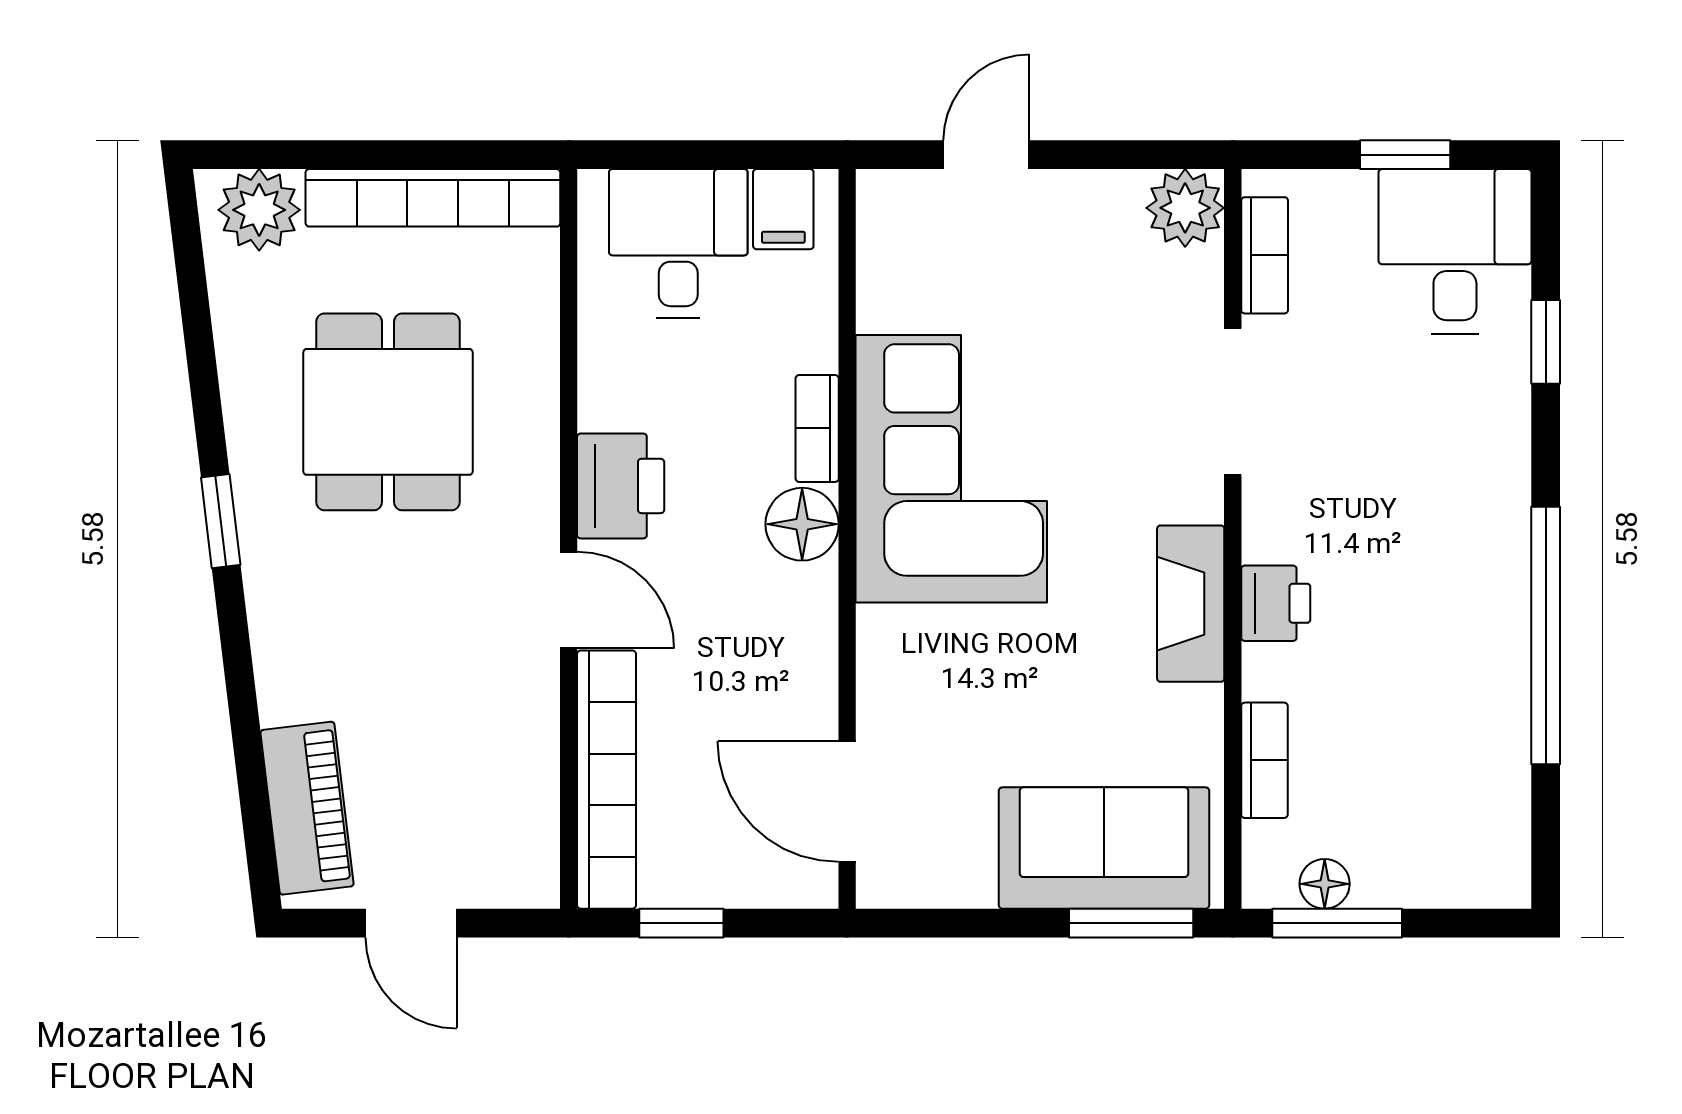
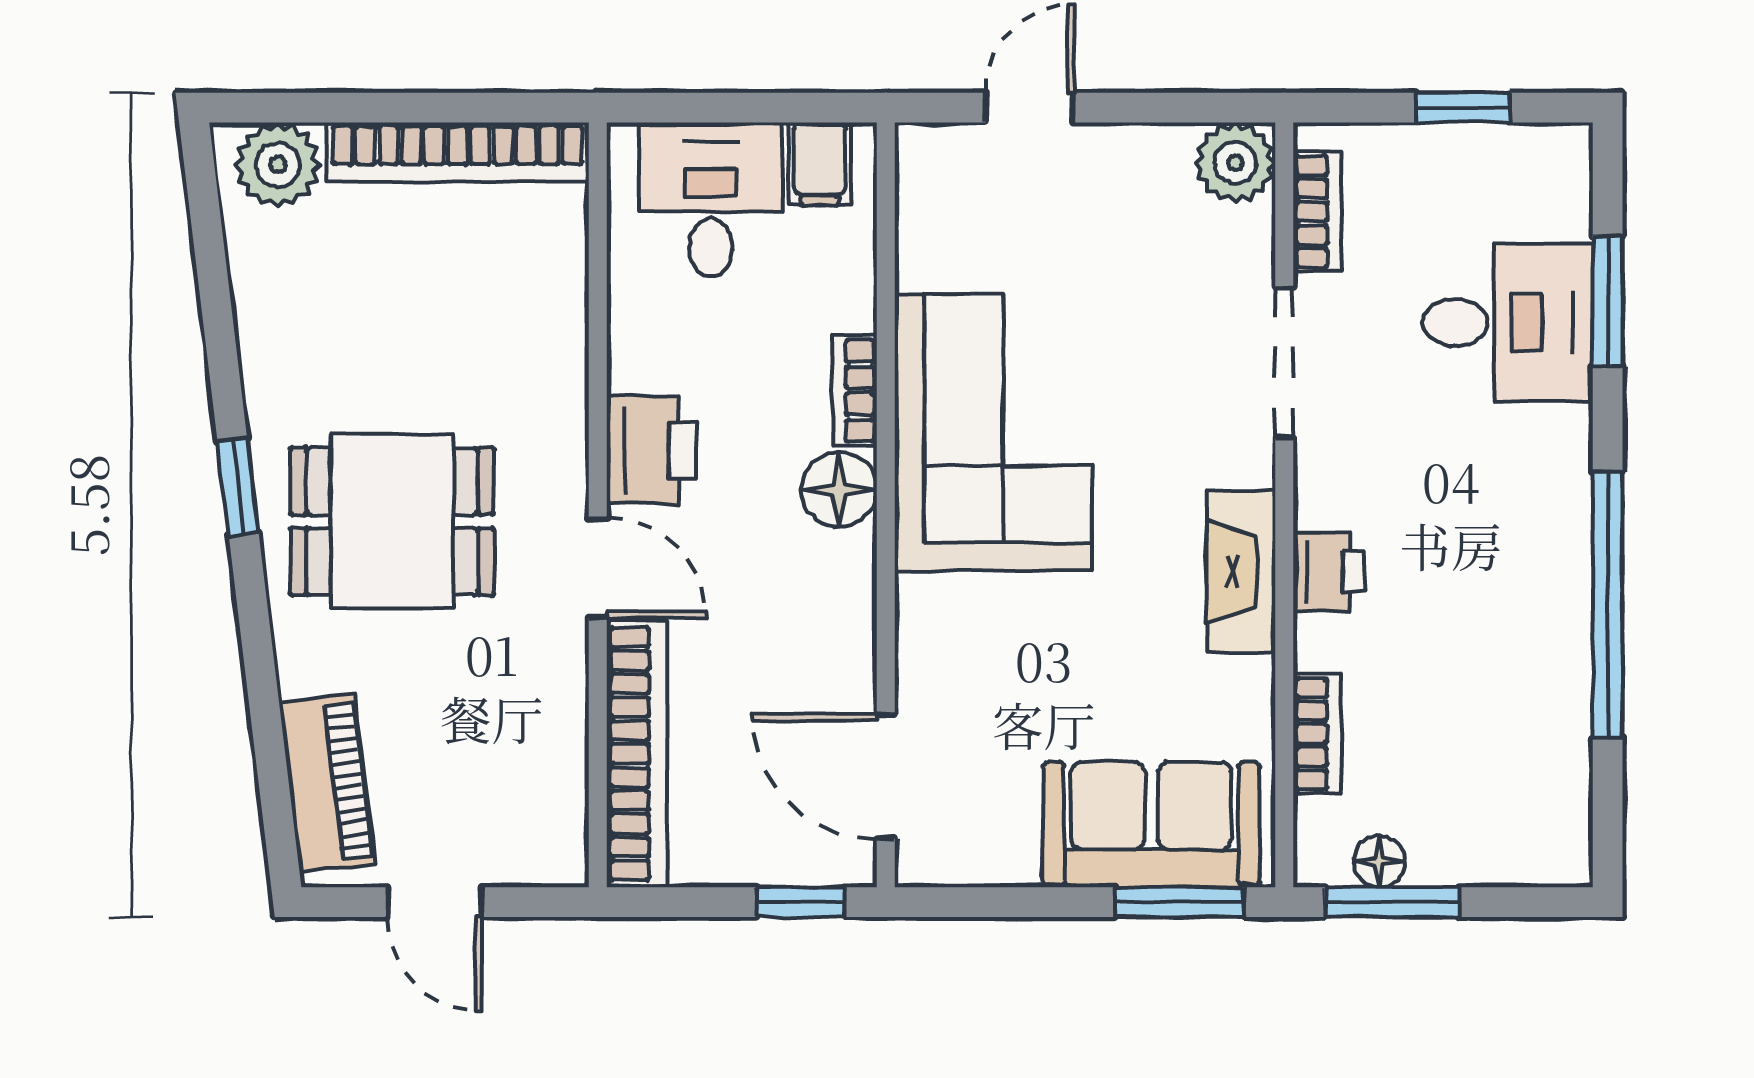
desk: (1455, 251) -> (1508, 322), moved, turned 90
window: (1546, 342) -> (1608, 301), width x1.50
dining table: (388, 412) -> (392, 521), moved, turned 90
window: (681, 923) -> (800, 902), moved

